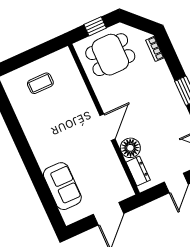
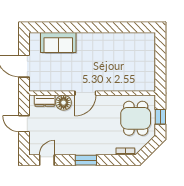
coffee table: (40, 83) -> (138, 60), removed
door: (107, 127) -> (85, 93), hinge flipped

